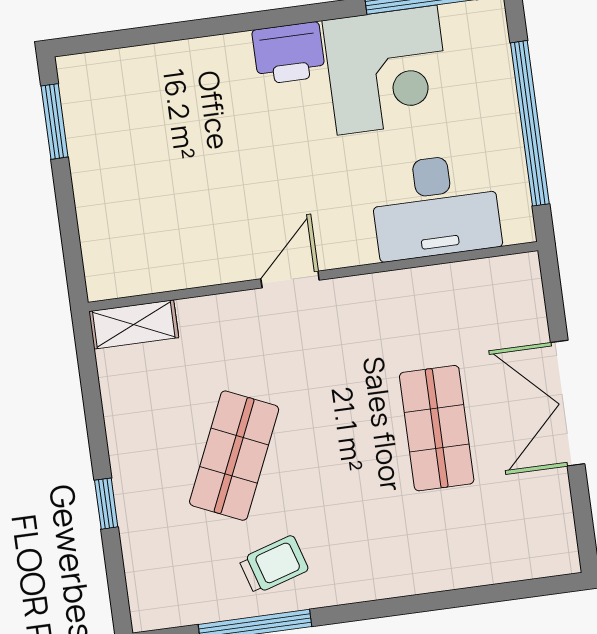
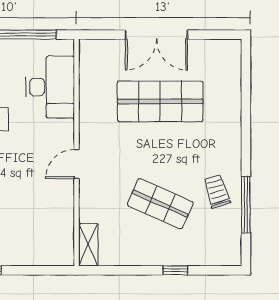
door: (290, 280) -> (77, 164), hinge flipped
shop shelf: (437, 428) -> (160, 101), width x1.43, depth x1.36

